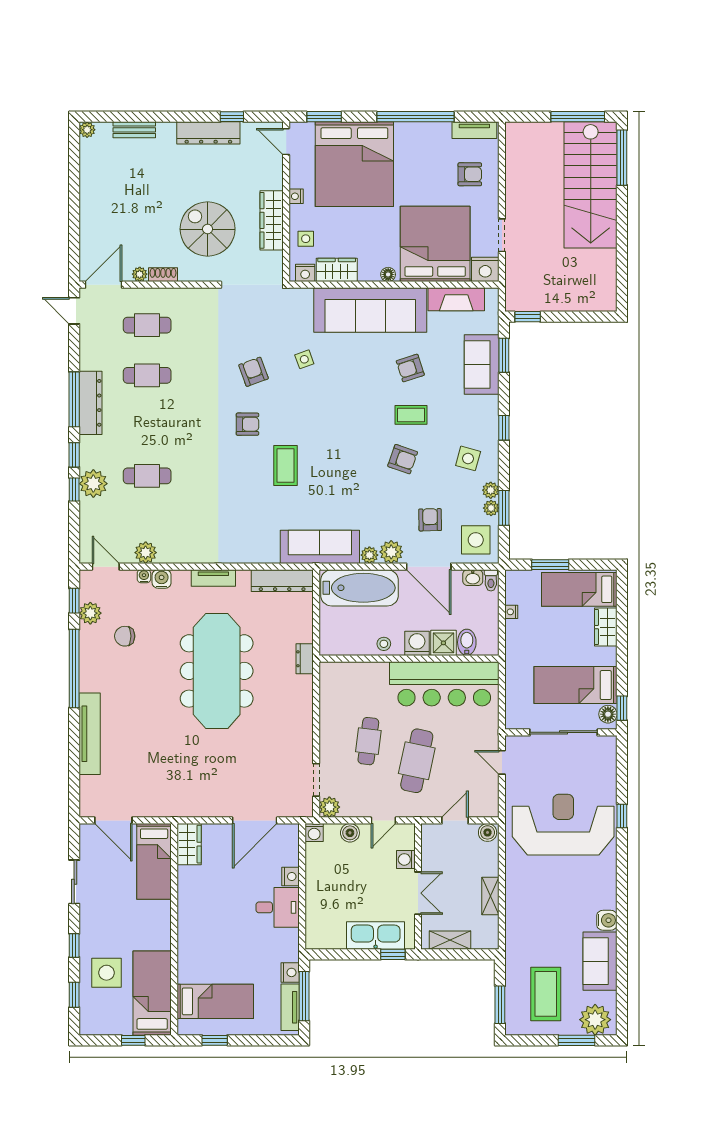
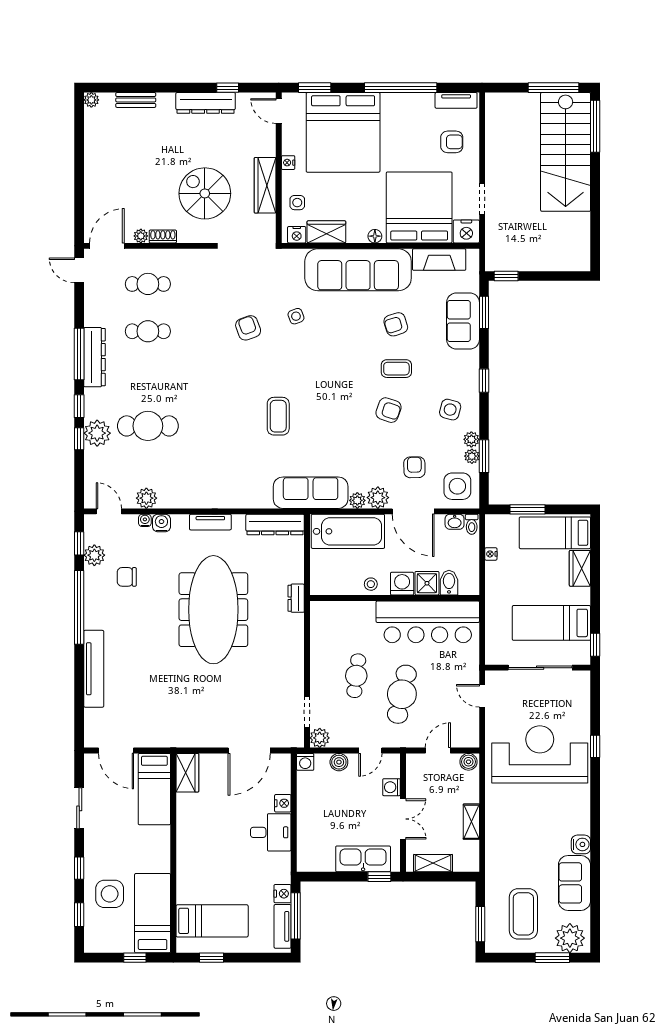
armchair: (247, 424) -> (242, 377), removed
cafe table: (147, 476) -> (148, 426), width x1.37, depth x1.35
floor lamp: (608, 714) -> (582, 650), removed

